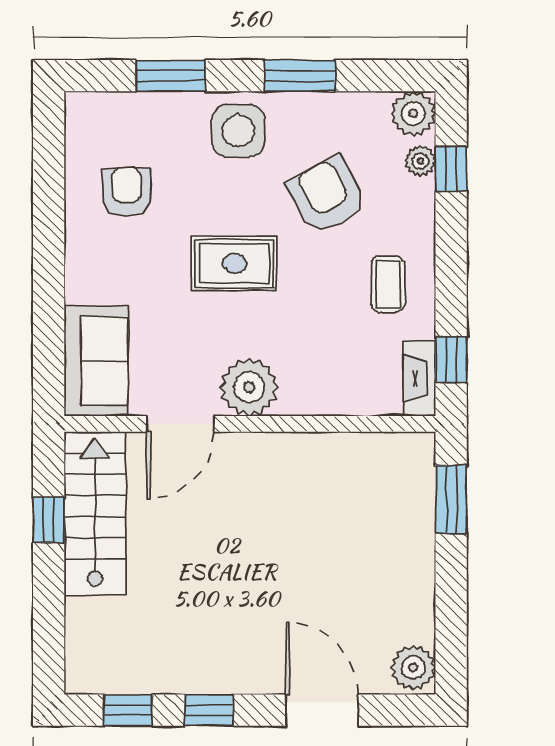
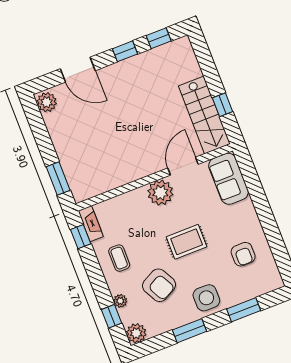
plant: (420, 161) -> (120, 301), moved

